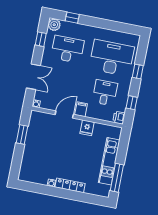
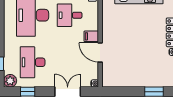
fridge: (87, 128) -> (109, 26), removed
window: (22, 135) -> (154, 92), moved

